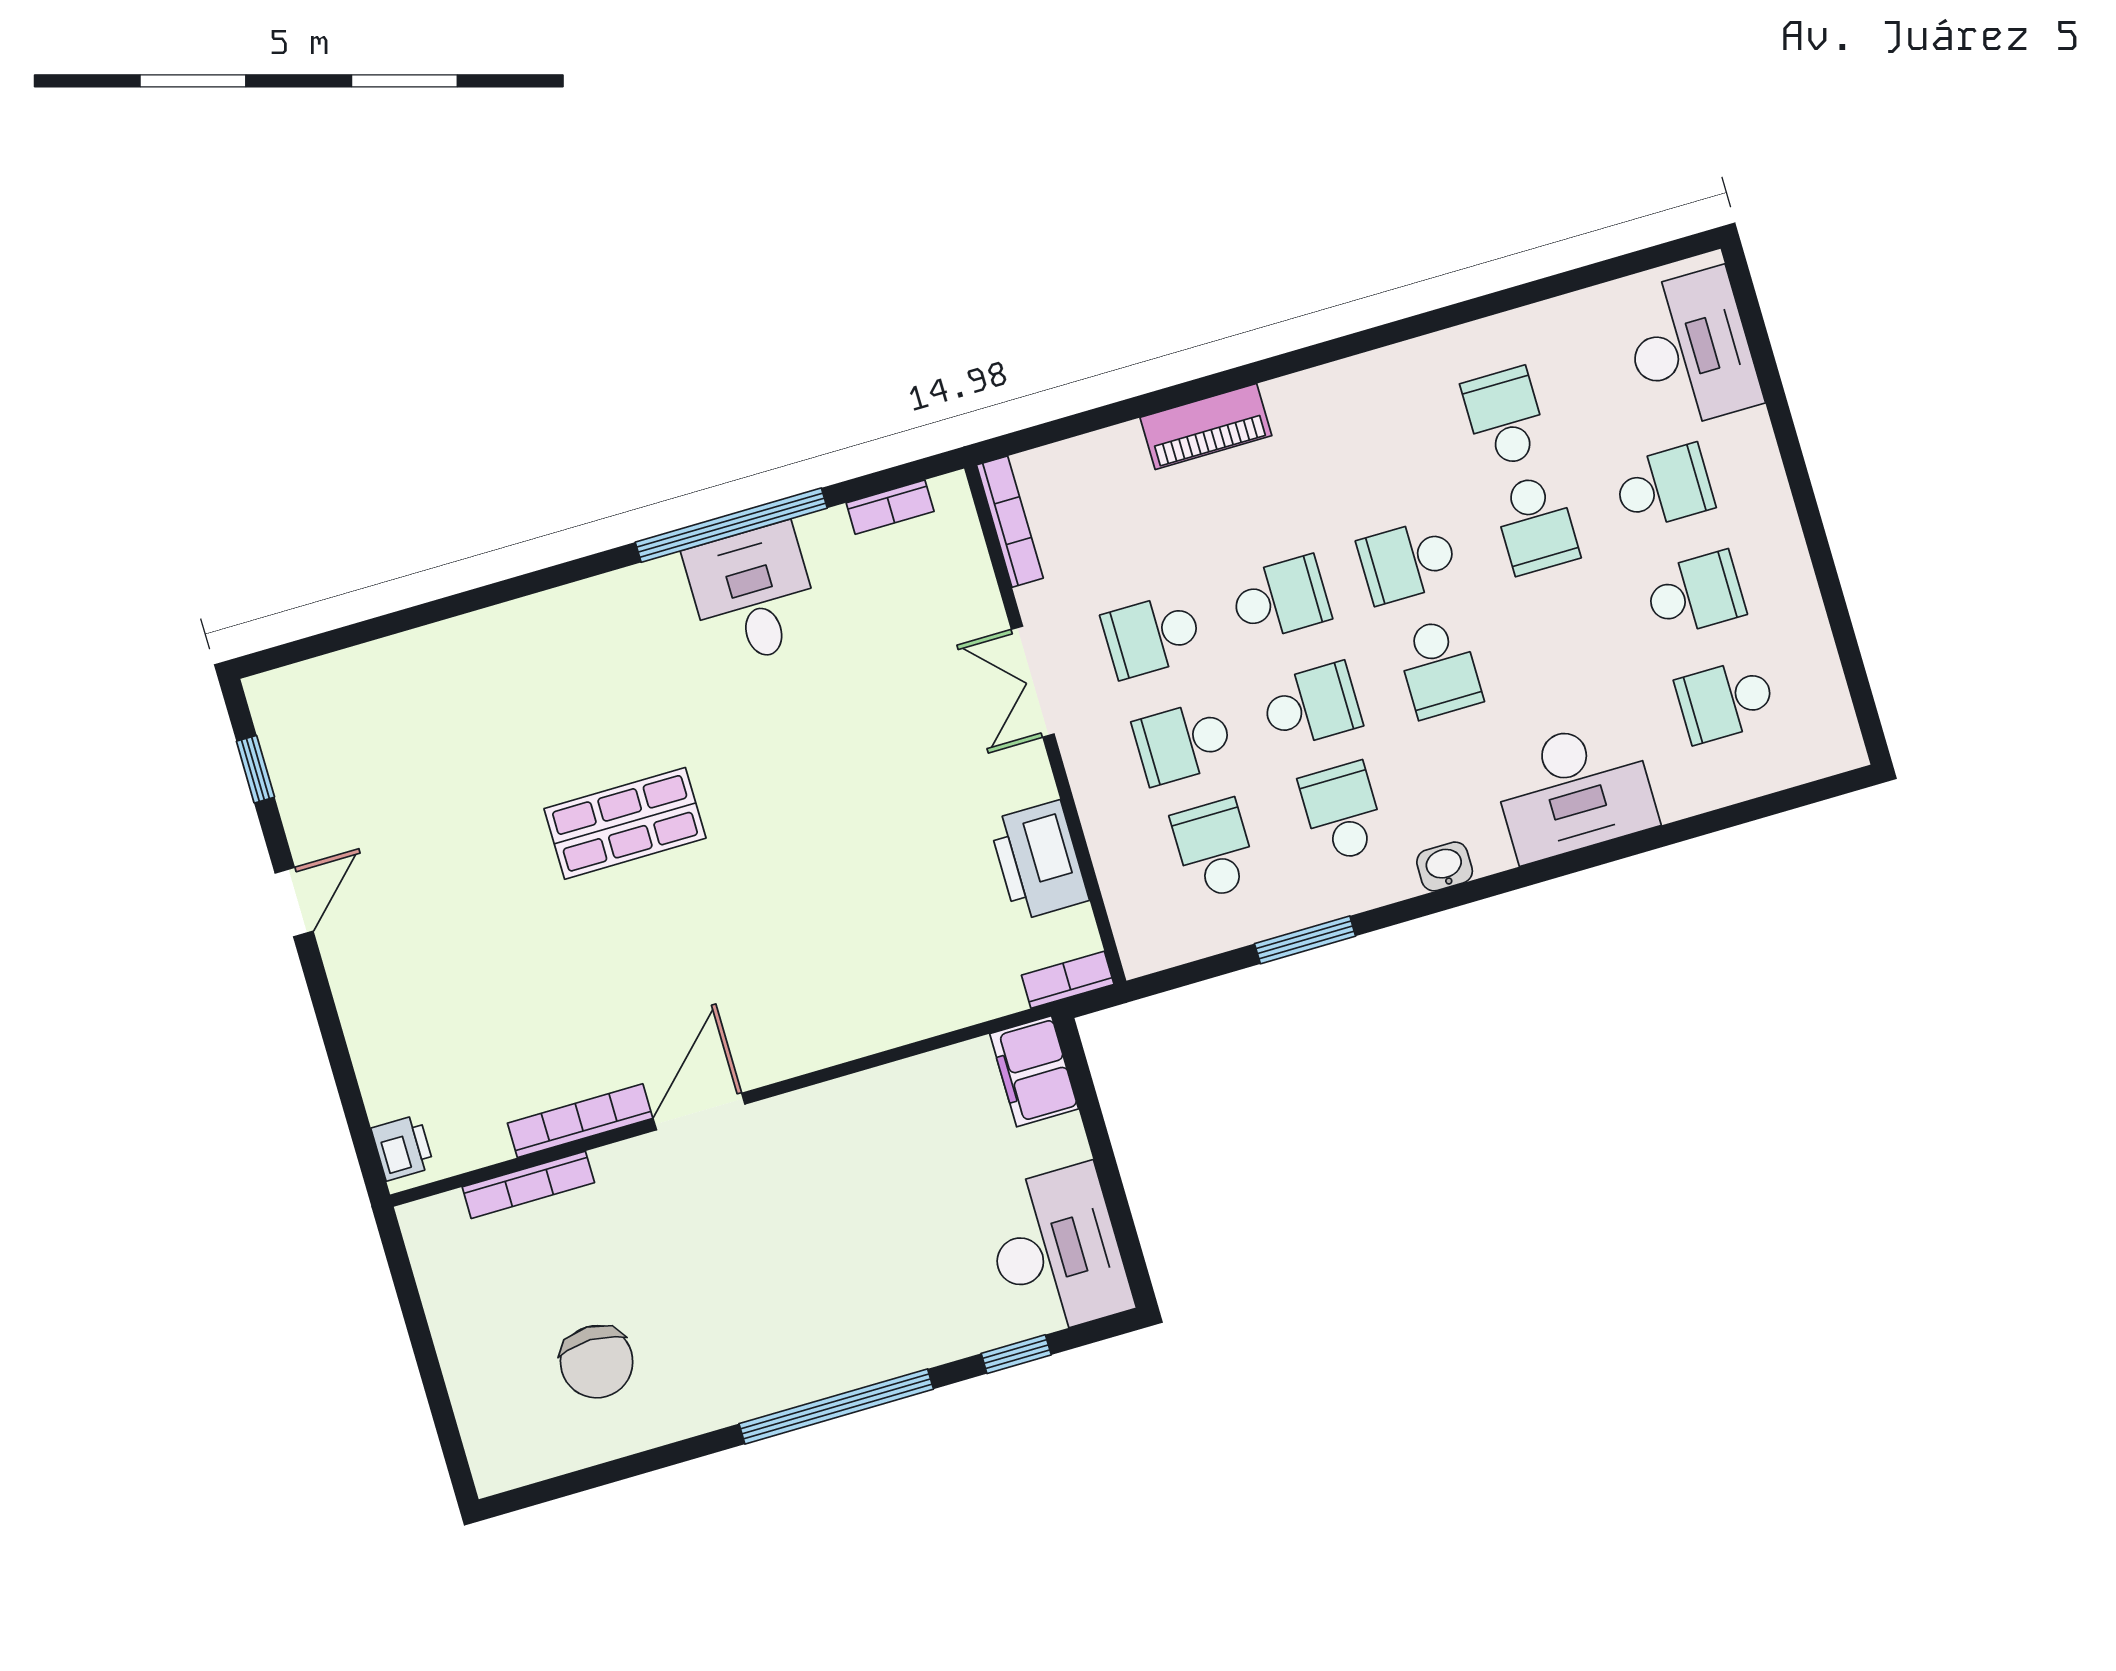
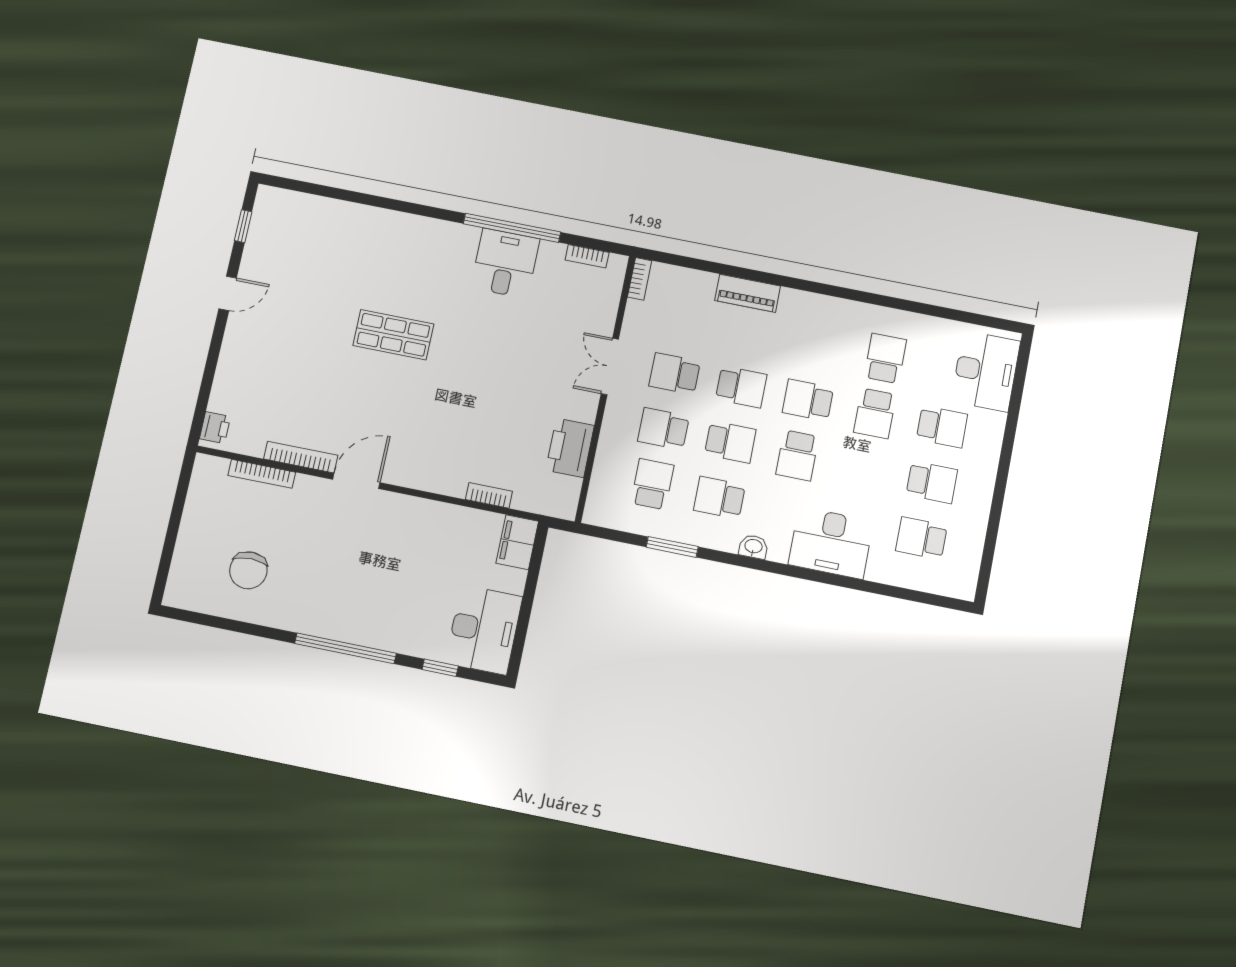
bookcase: (1010, 522) -> (640, 279), width x0.64
school desk: (1342, 812) -> (719, 498), turned -90
bookcase: (1068, 980) -> (489, 495), moved

